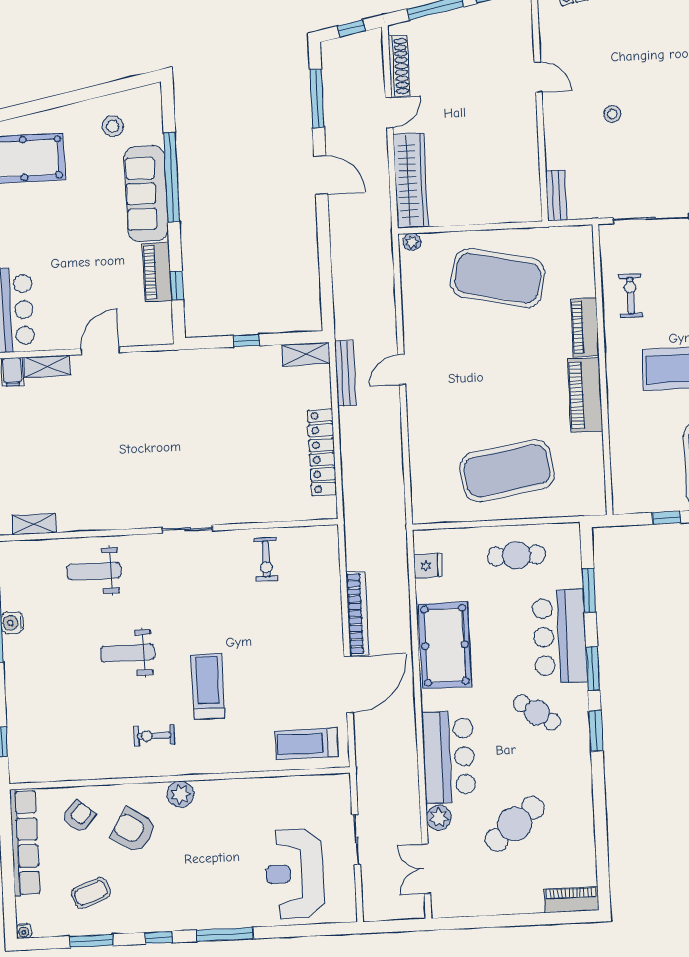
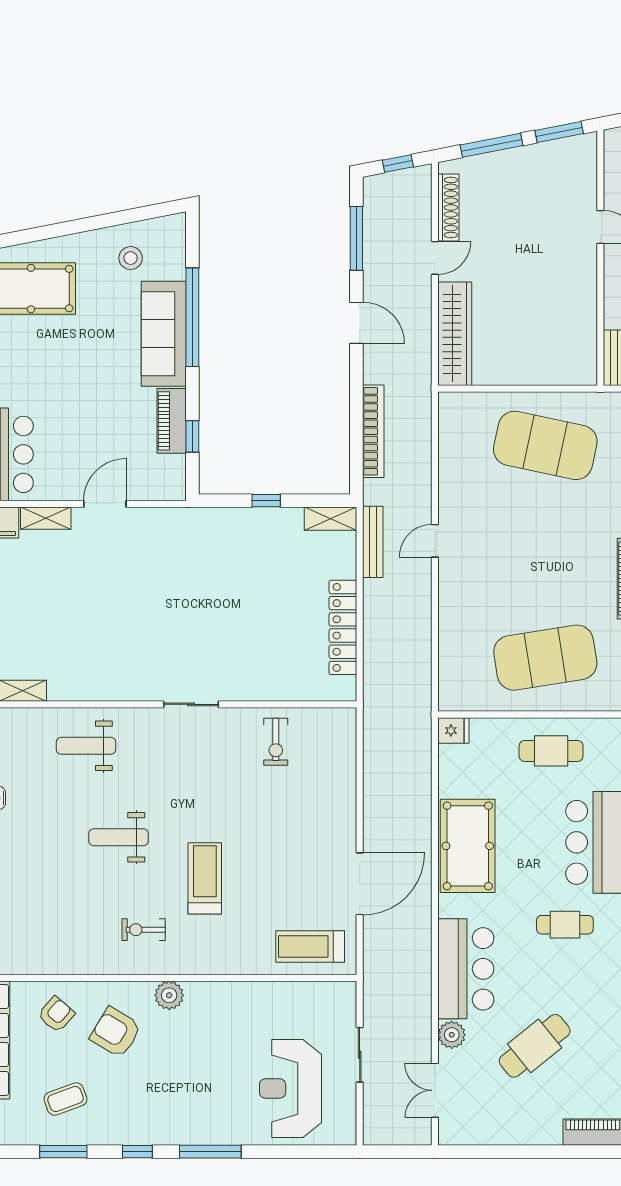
plant: (412, 242) -> (453, 401), removed
fridge: (428, 566) -> (453, 730), moved
bookcase: (357, 614) -> (373, 431), moved
cafe table: (537, 713) -> (565, 925), turned -34

